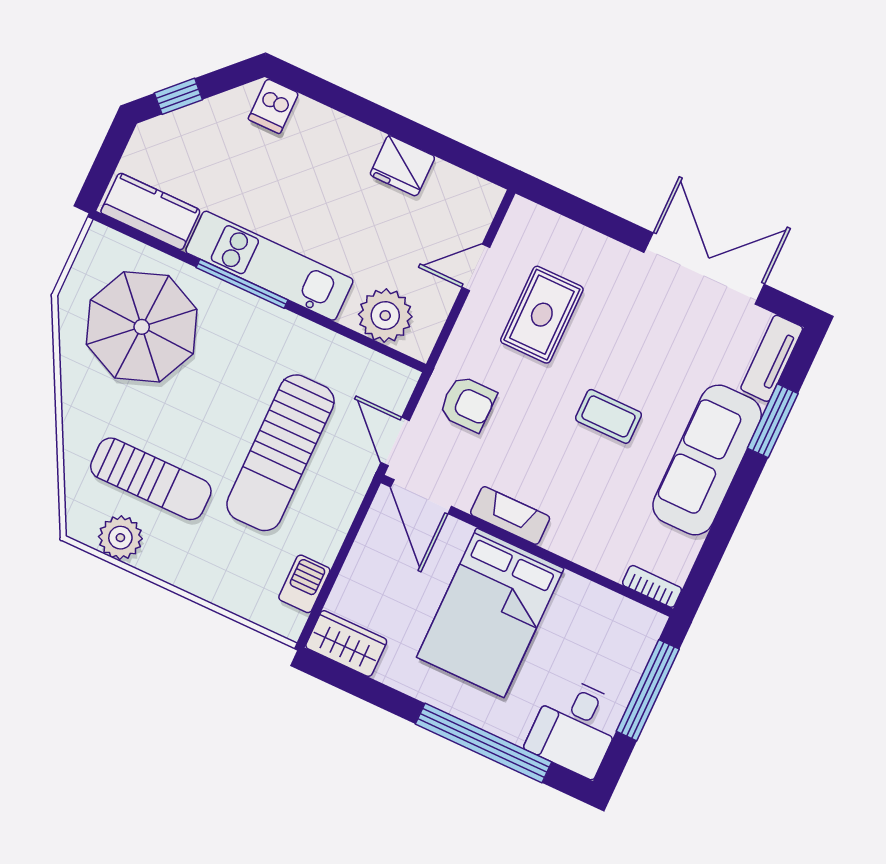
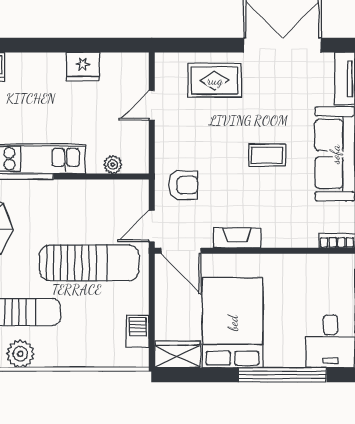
rug: (542, 315) -> (215, 80), moved, turned 90
plant: (385, 316) -> (113, 165), width x0.53, depth x0.53
door: (395, 442) -> (152, 226), hinge flipped
sun lounger: (280, 453) -> (89, 263), turned -90
bed: (490, 613) -> (233, 323), moved, turned 180

